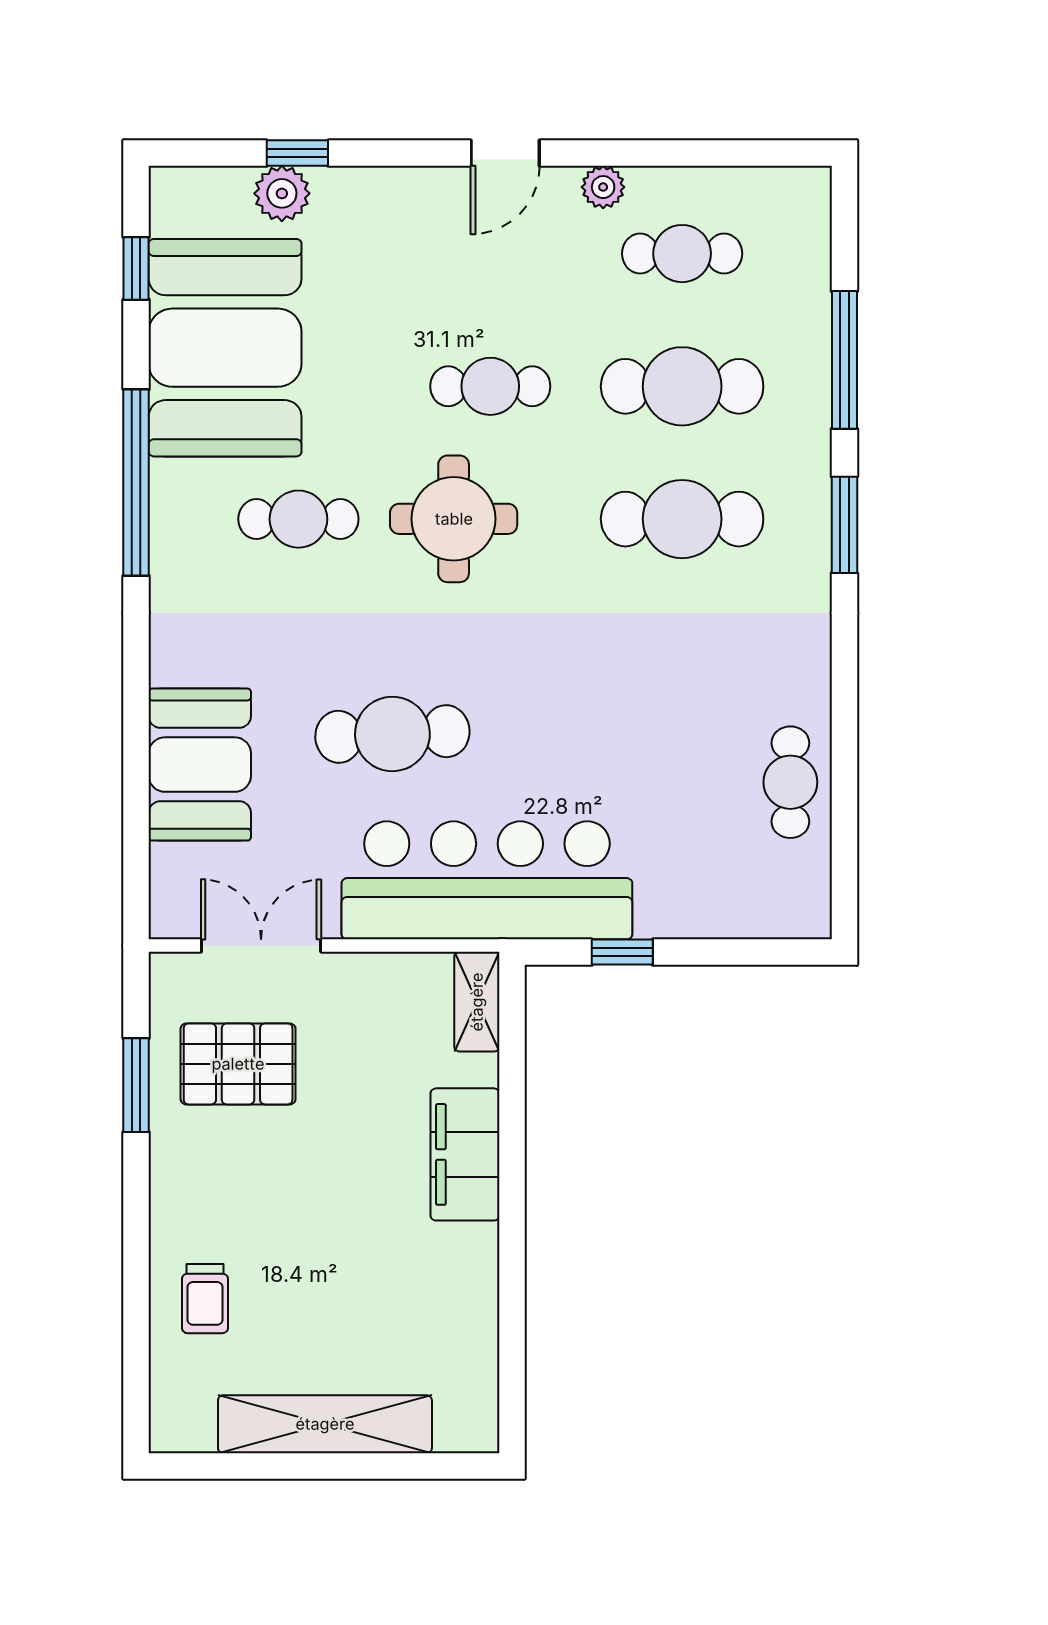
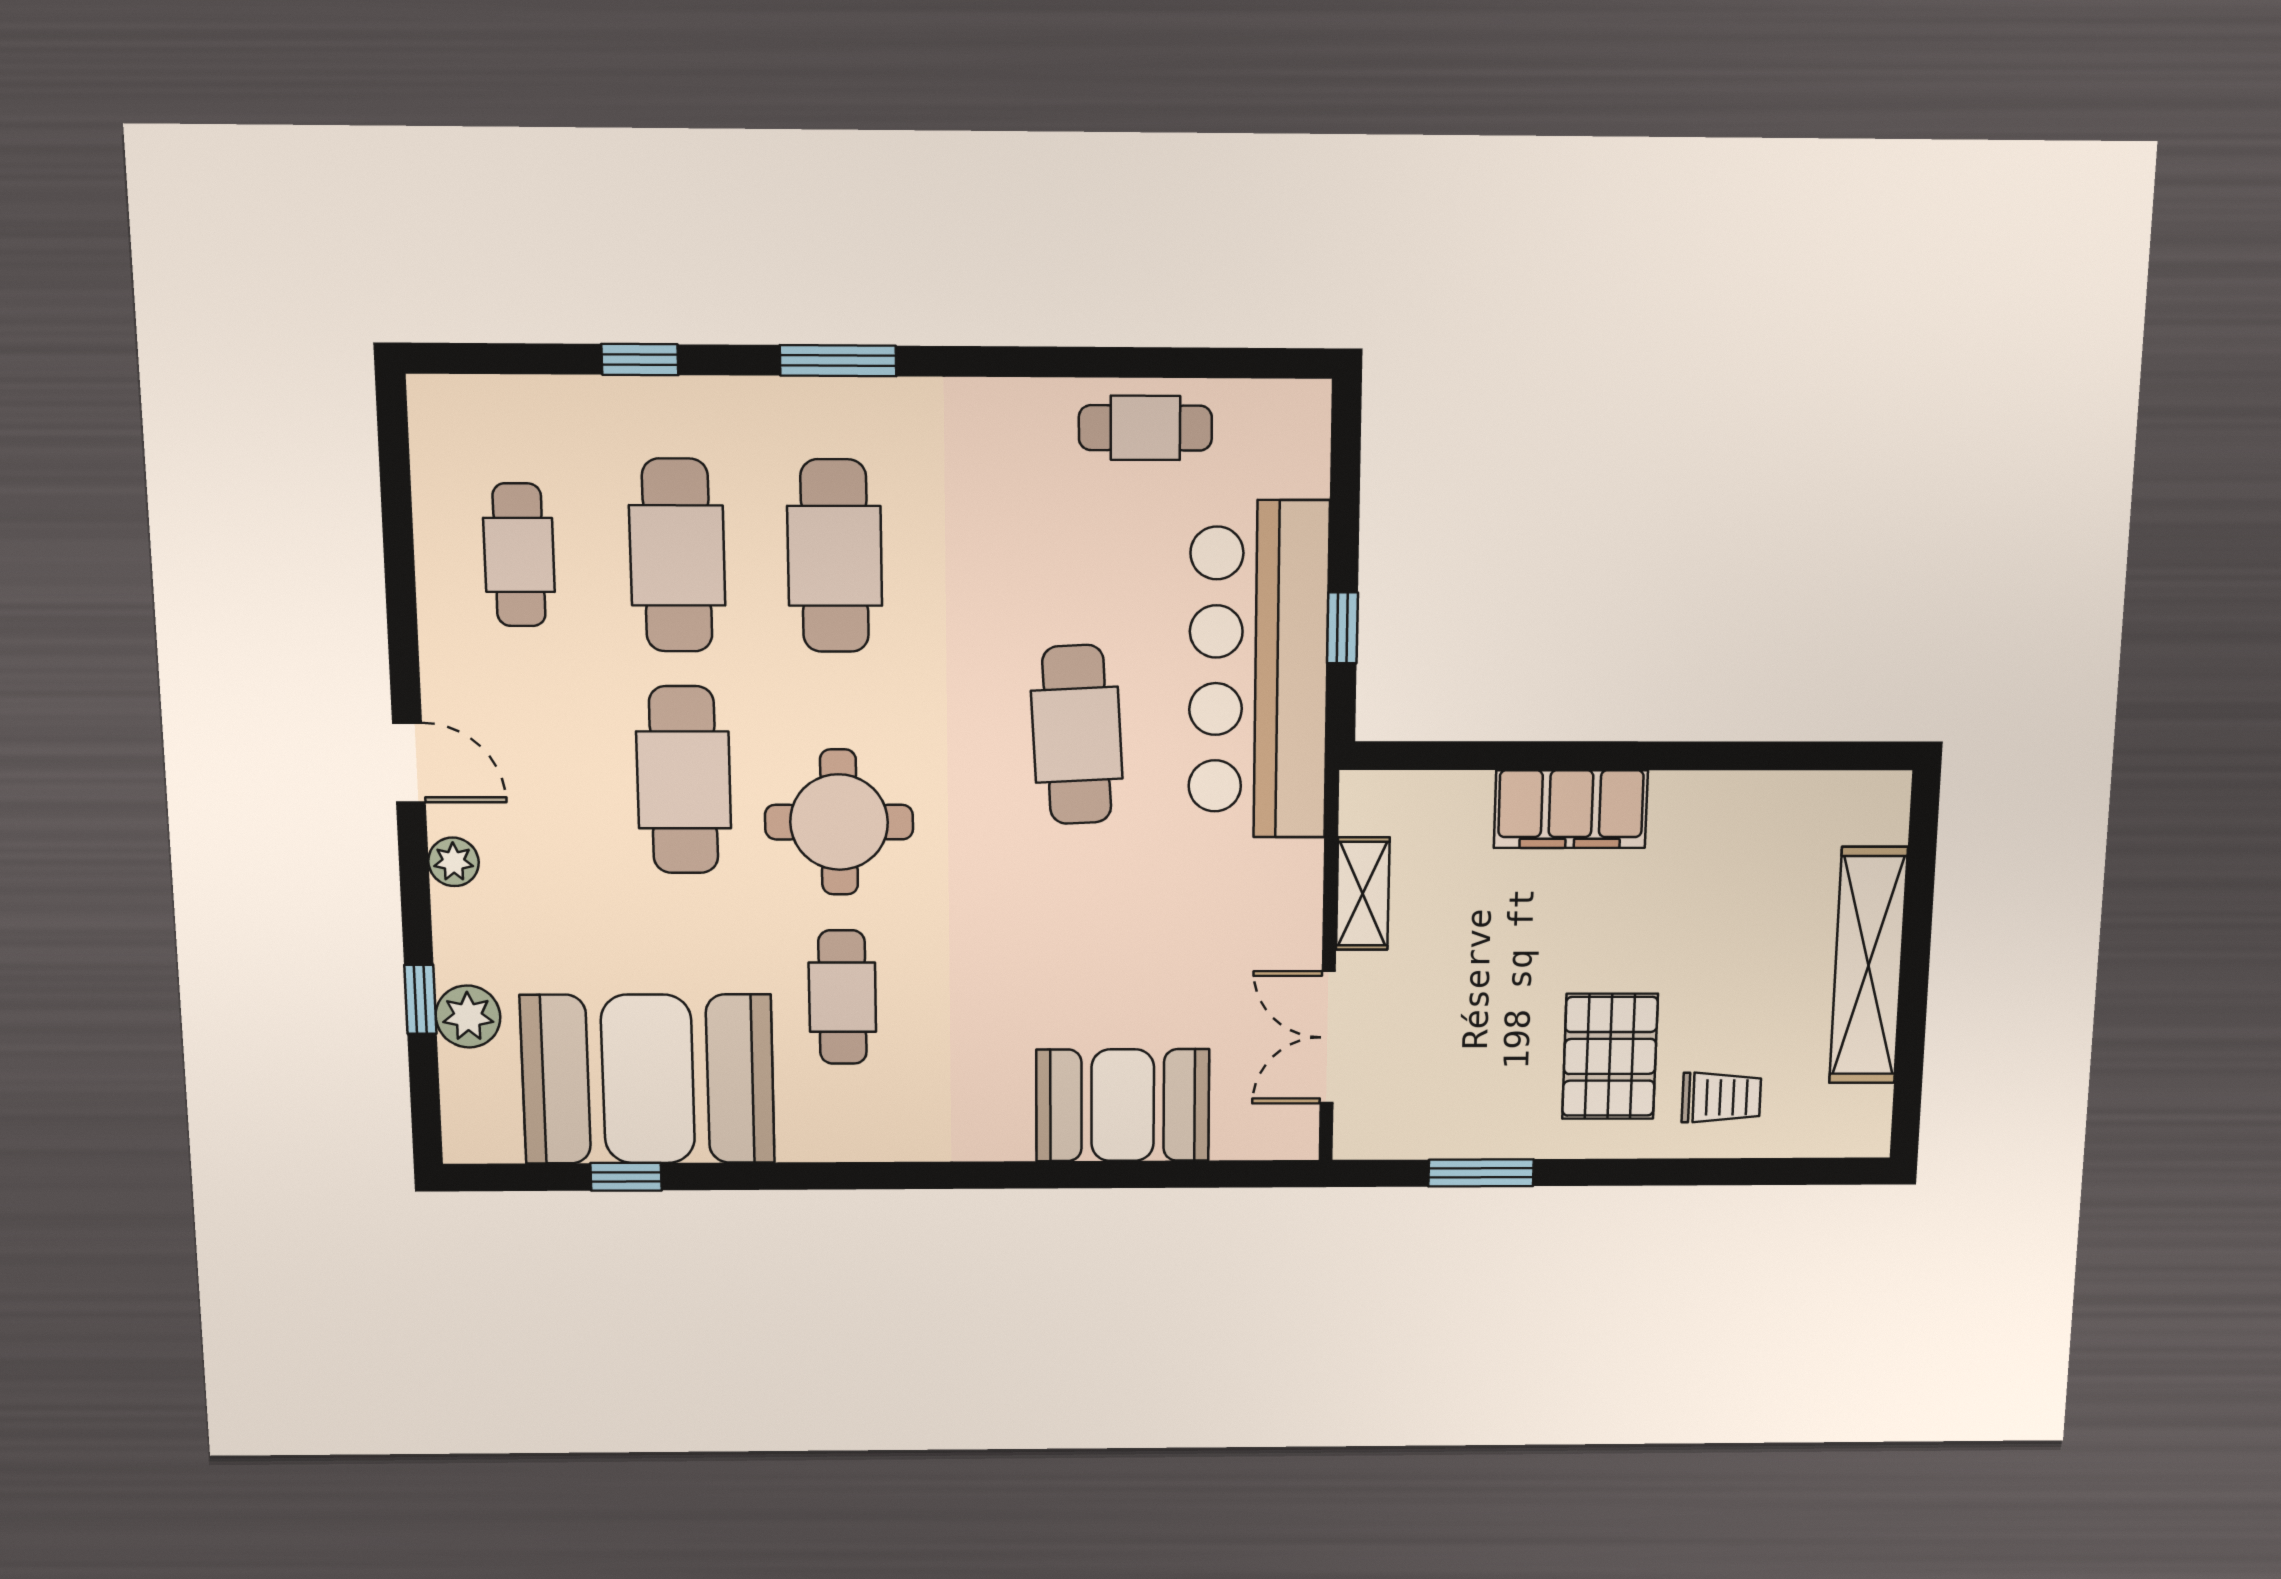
plant: (603, 187) -> (454, 862), moved
window: (136, 268) -> (626, 1177), moved
window: (844, 360) -> (640, 360), width x0.46
cafe table: (490, 386) -> (684, 780), width x1.37, depth x1.35
window: (136, 482) -> (804, 1176), removed
cafe table: (392, 734) -> (1077, 735), moved
bar counter: (487, 880) -> (1258, 670), moved
shelving: (477, 1002) -> (1363, 894), moved, turned 90
pallet: (238, 1064) -> (1610, 1056), moved

